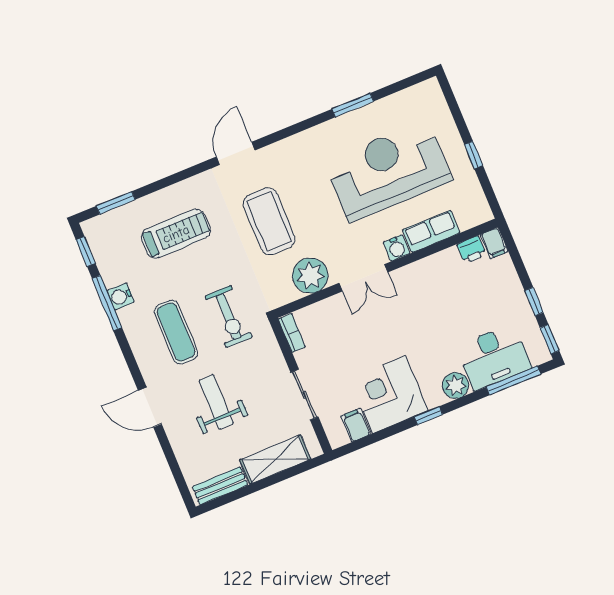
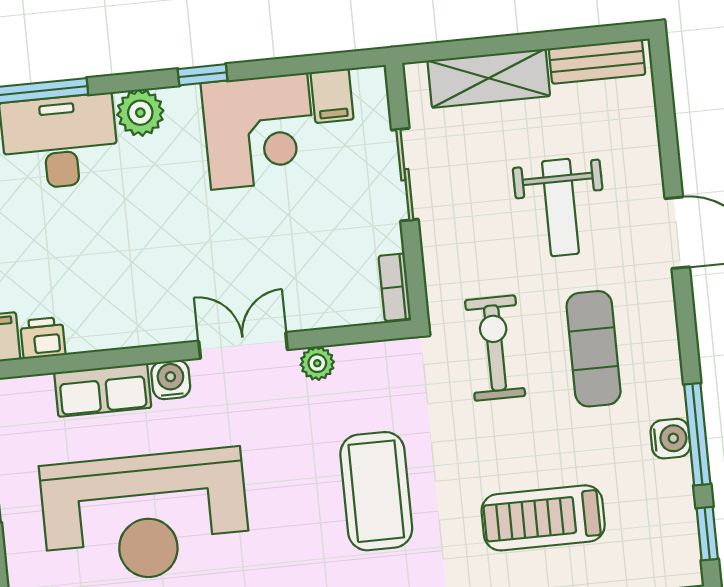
plant: (310, 276) -> (317, 363), width x0.53, depth x0.53

